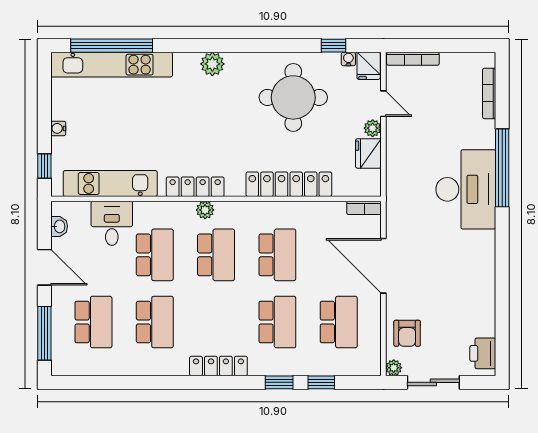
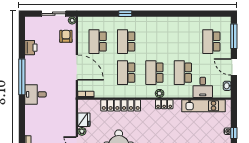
window: (44, 166) -> (234, 133), moved
window: (502, 168) -> (22, 77), moved
locker: (195, 187) -> (164, 104), width x0.66
desk: (466, 189) -> (36, 94), width x0.53, depth x0.77
school desk: (155, 322) -> (183, 42), removed
printer: (483, 353) -> (31, 48), moved
locker: (218, 366) -> (153, 21), removed
window: (321, 382) -> (106, 14), removed

